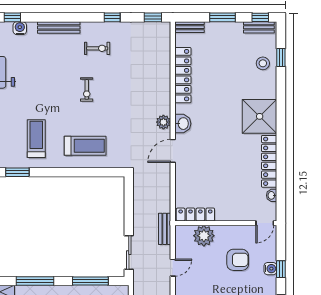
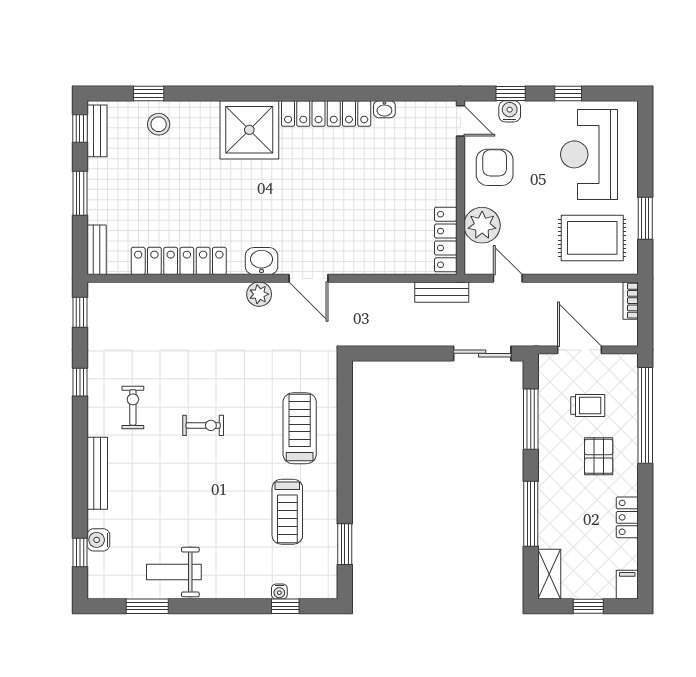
treadmill: (36, 139) -> (287, 512), turned -90
locker: (195, 214) -> (446, 239), moved
wall: (226, 223) -> (460, 188), moved
door: (265, 223) -> (460, 121), moved
plant: (204, 236) -> (482, 225), moved

